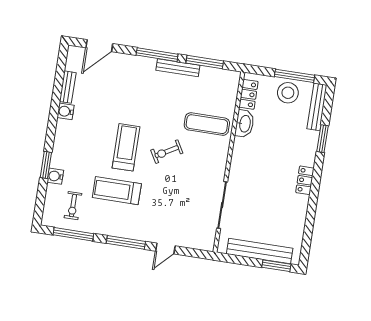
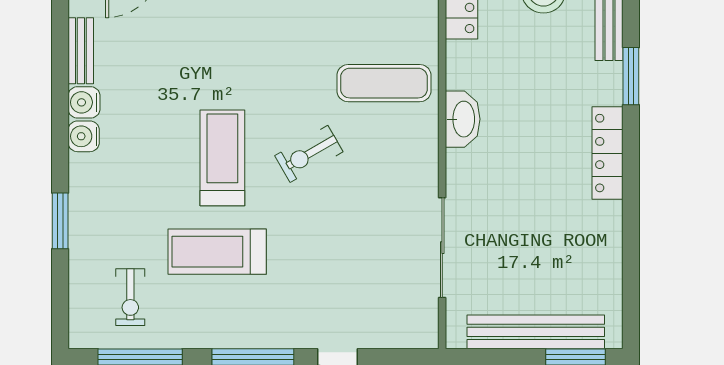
washbasin: (245, 124) -> (463, 119), moved
water cooler: (55, 176) -> (84, 136), moved
locker: (305, 180) -> (607, 153), width x1.53

